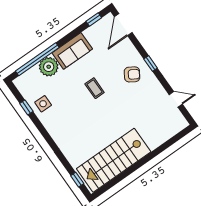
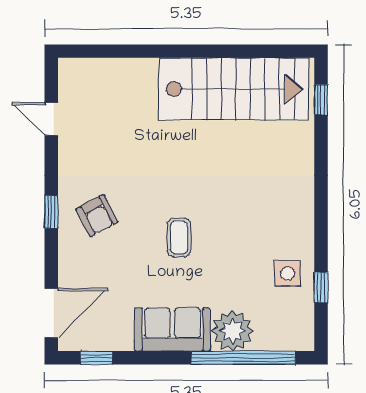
armchair: (132, 74) -> (97, 216), turned -150

